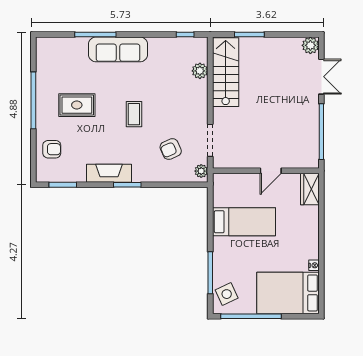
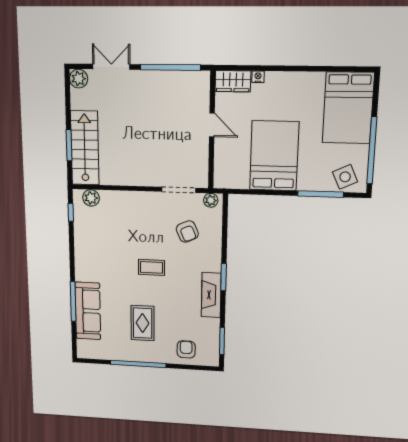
sofa: (118, 49) -> (88, 311), moved
plant: (200, 71) -> (91, 198), moved
stairs: (226, 72) -> (85, 148), moved, turned 90
bed: (244, 222) -> (274, 156), width x1.50
nightstand: (314, 265) -> (258, 77), moved

